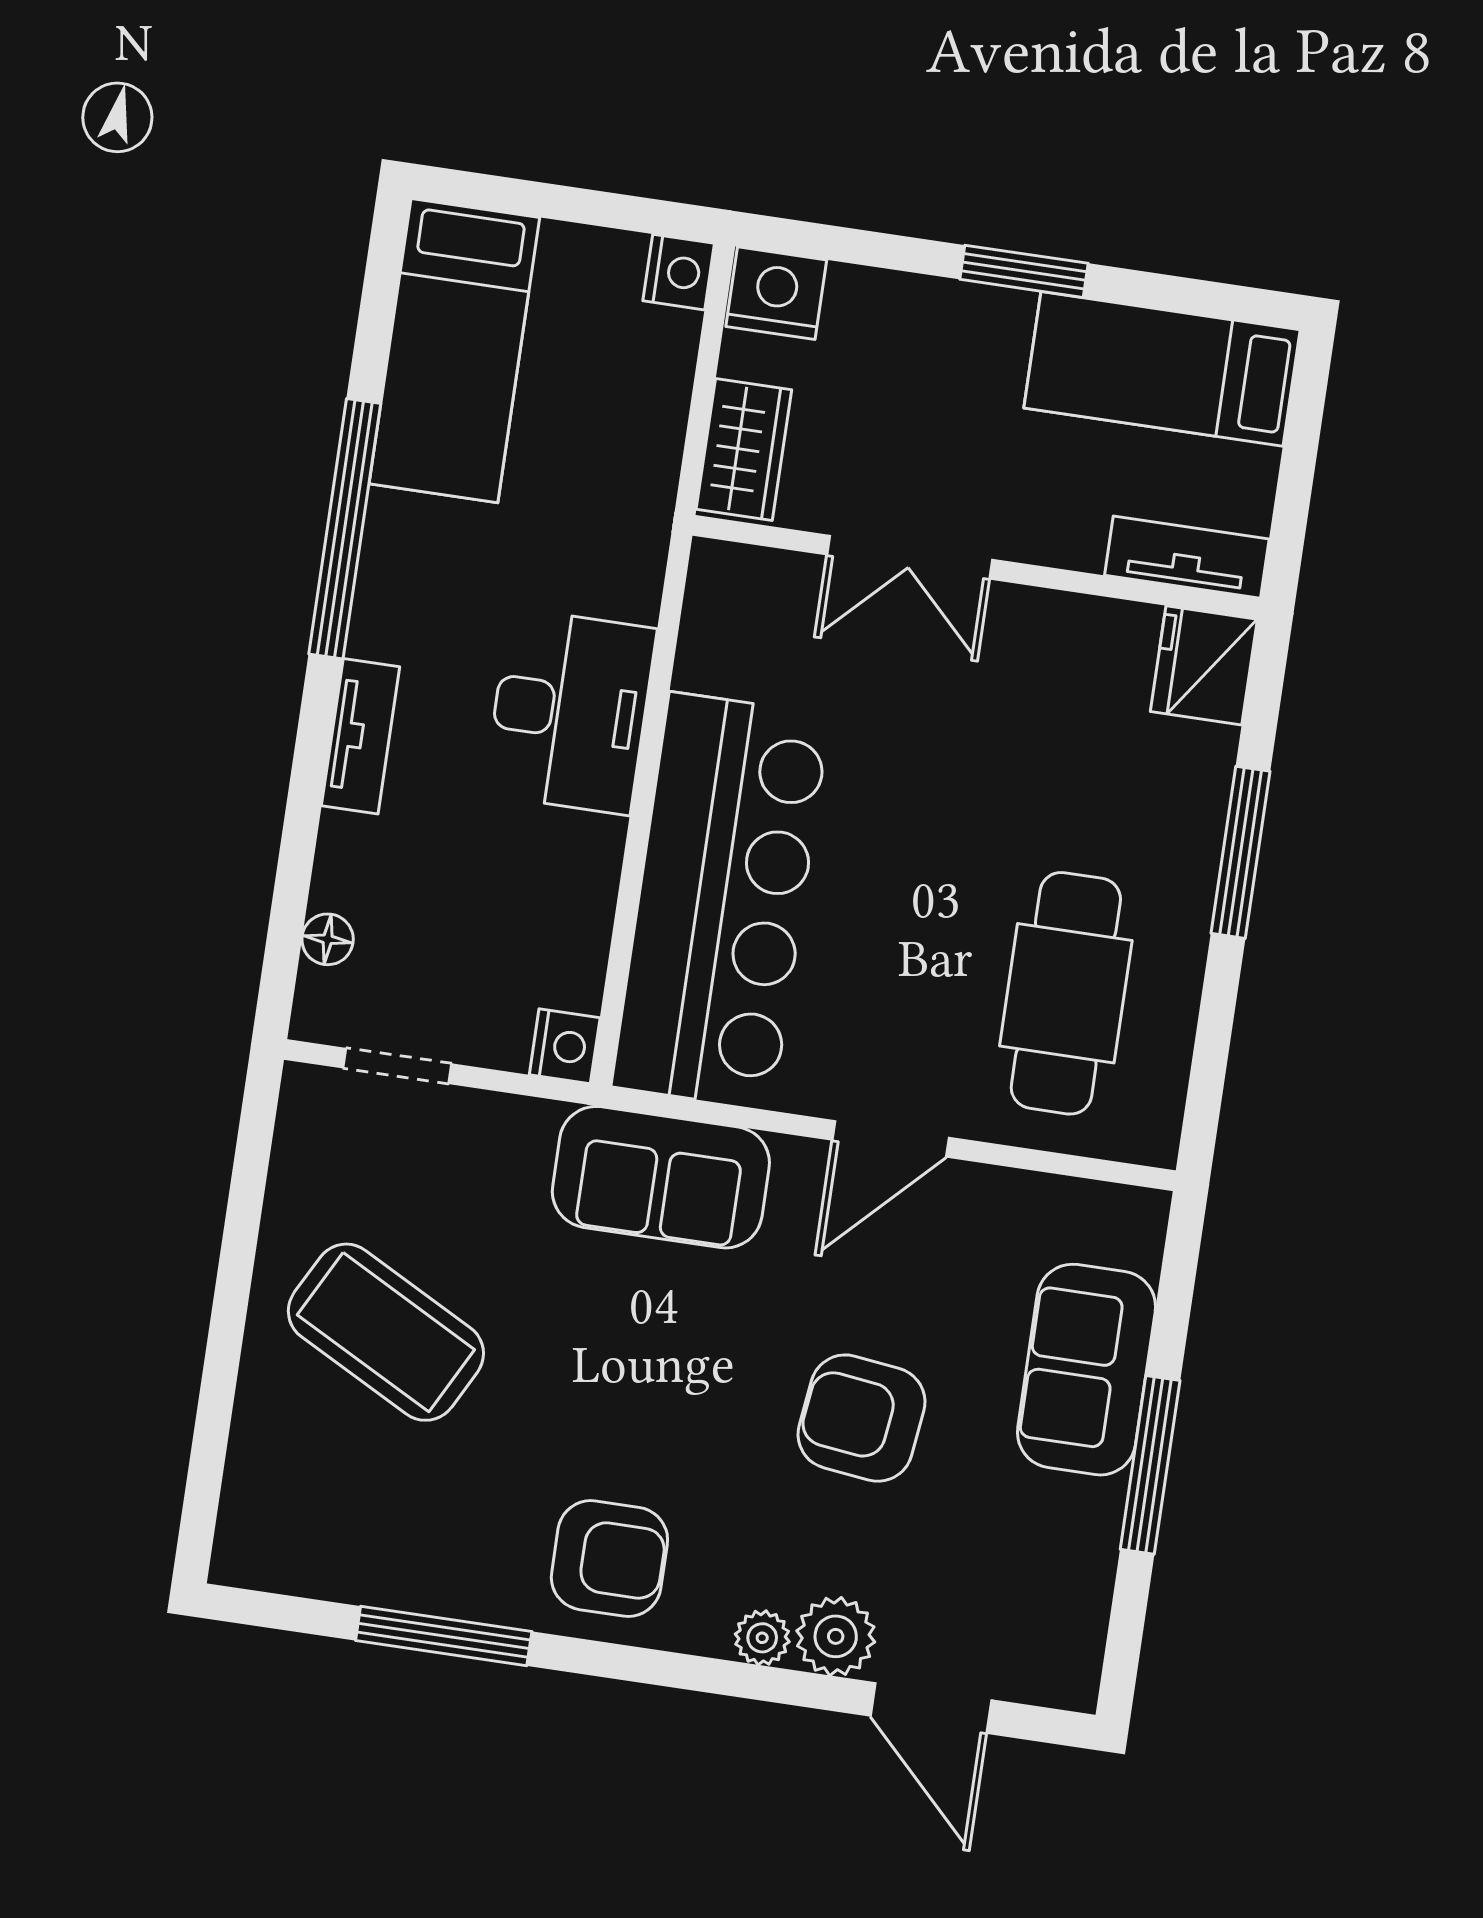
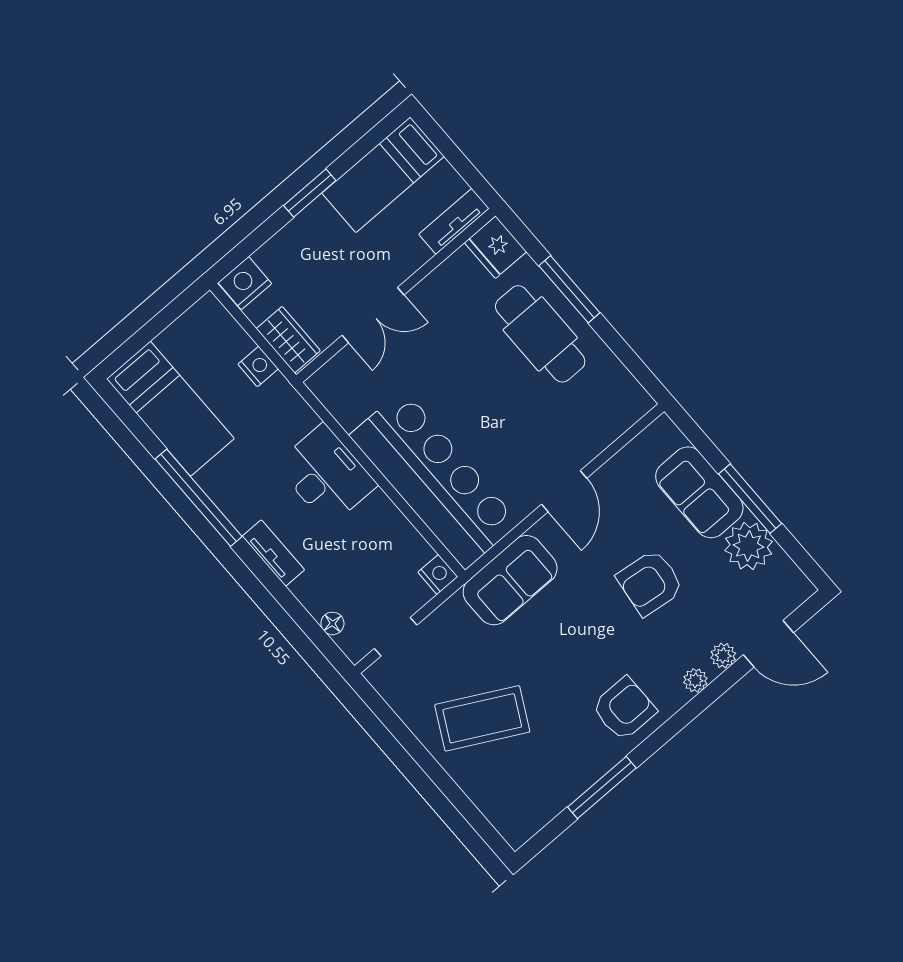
nightstand: (679, 272) -> (258, 366), moved
cafe table: (1066, 993) -> (540, 334), moved
plant: (1067, 1531) -> (749, 546), added
plant: (836, 1636) -> (723, 656), width x0.73, depth x0.73

